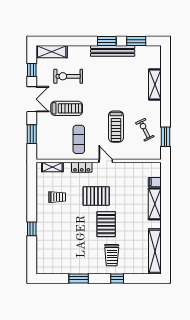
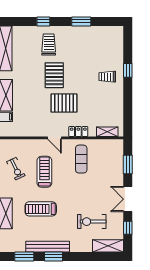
exercise bike: (68, 76) -> (92, 222), turned 180
treadmill: (67, 108) -> (41, 209), moved
trolley: (57, 197) -> (107, 77), moved

